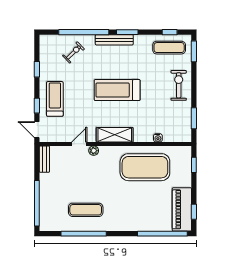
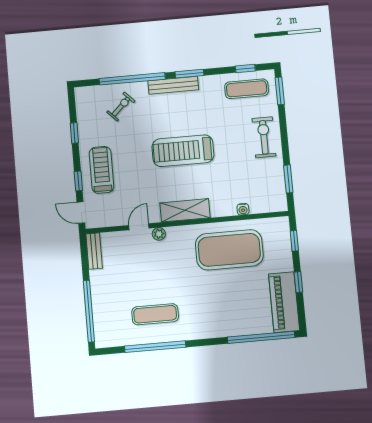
window: (194, 212) -> (298, 282), moved

